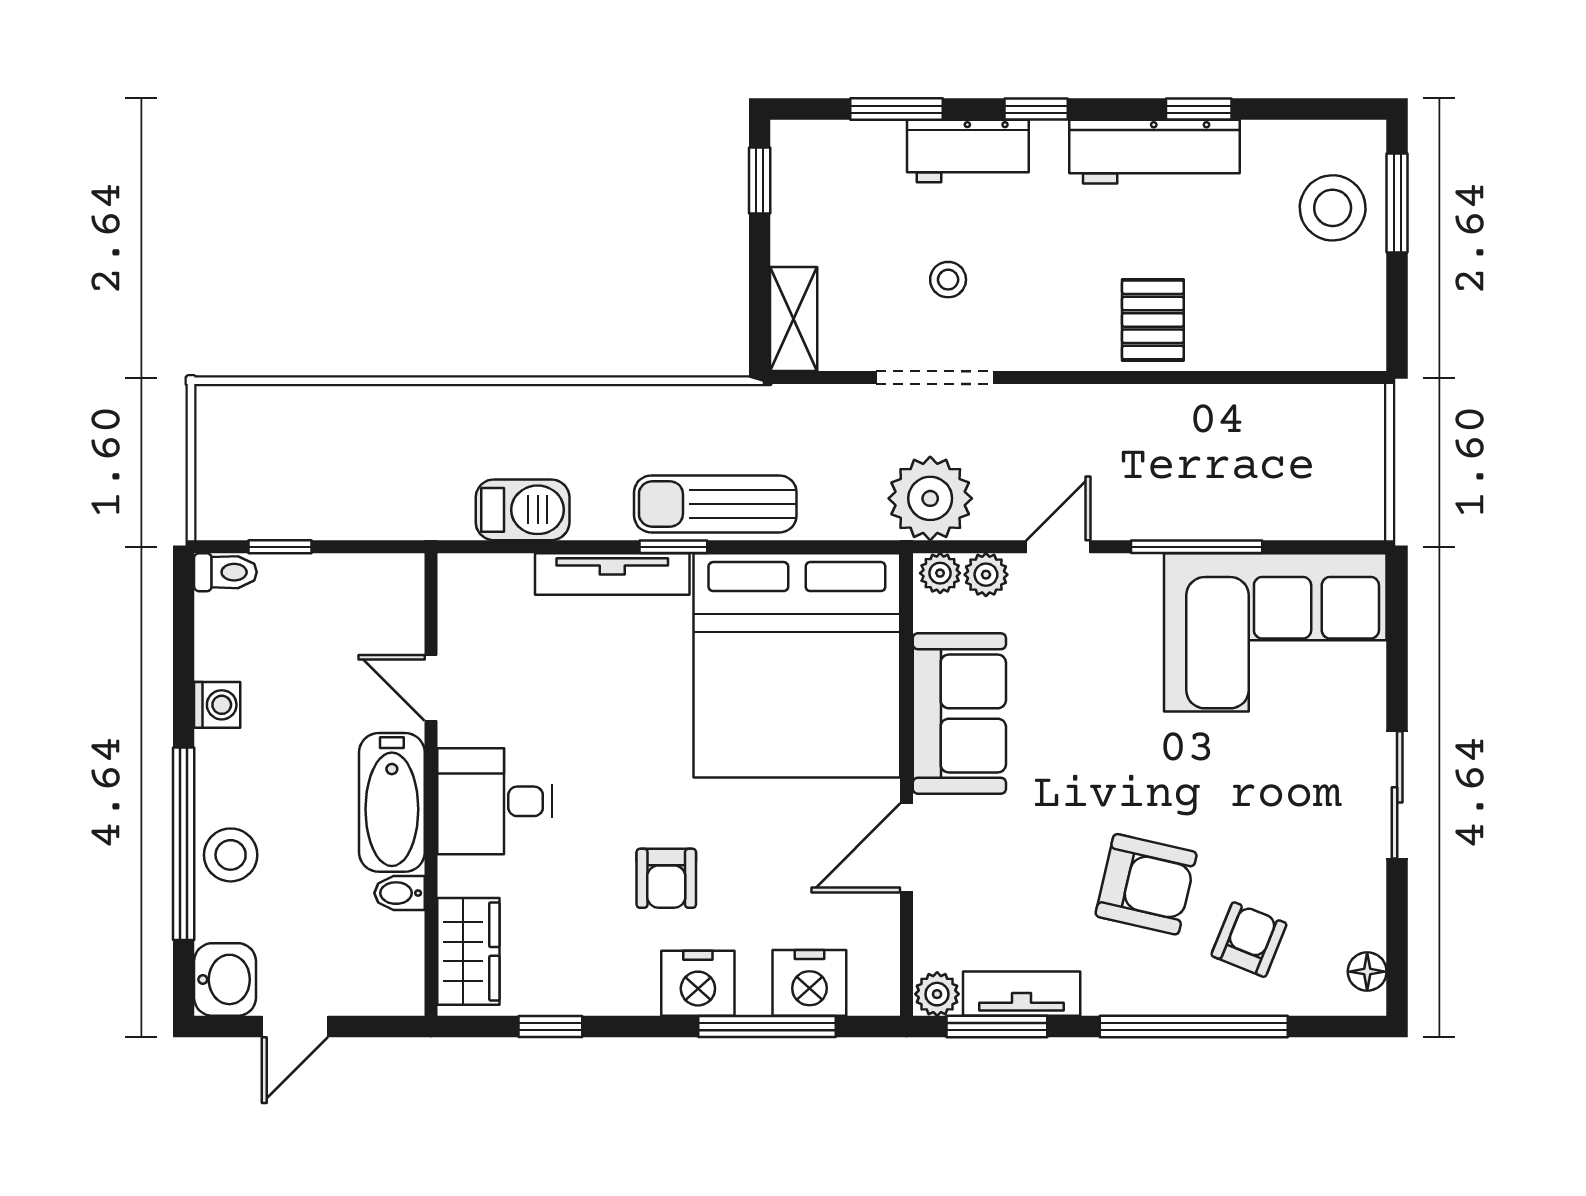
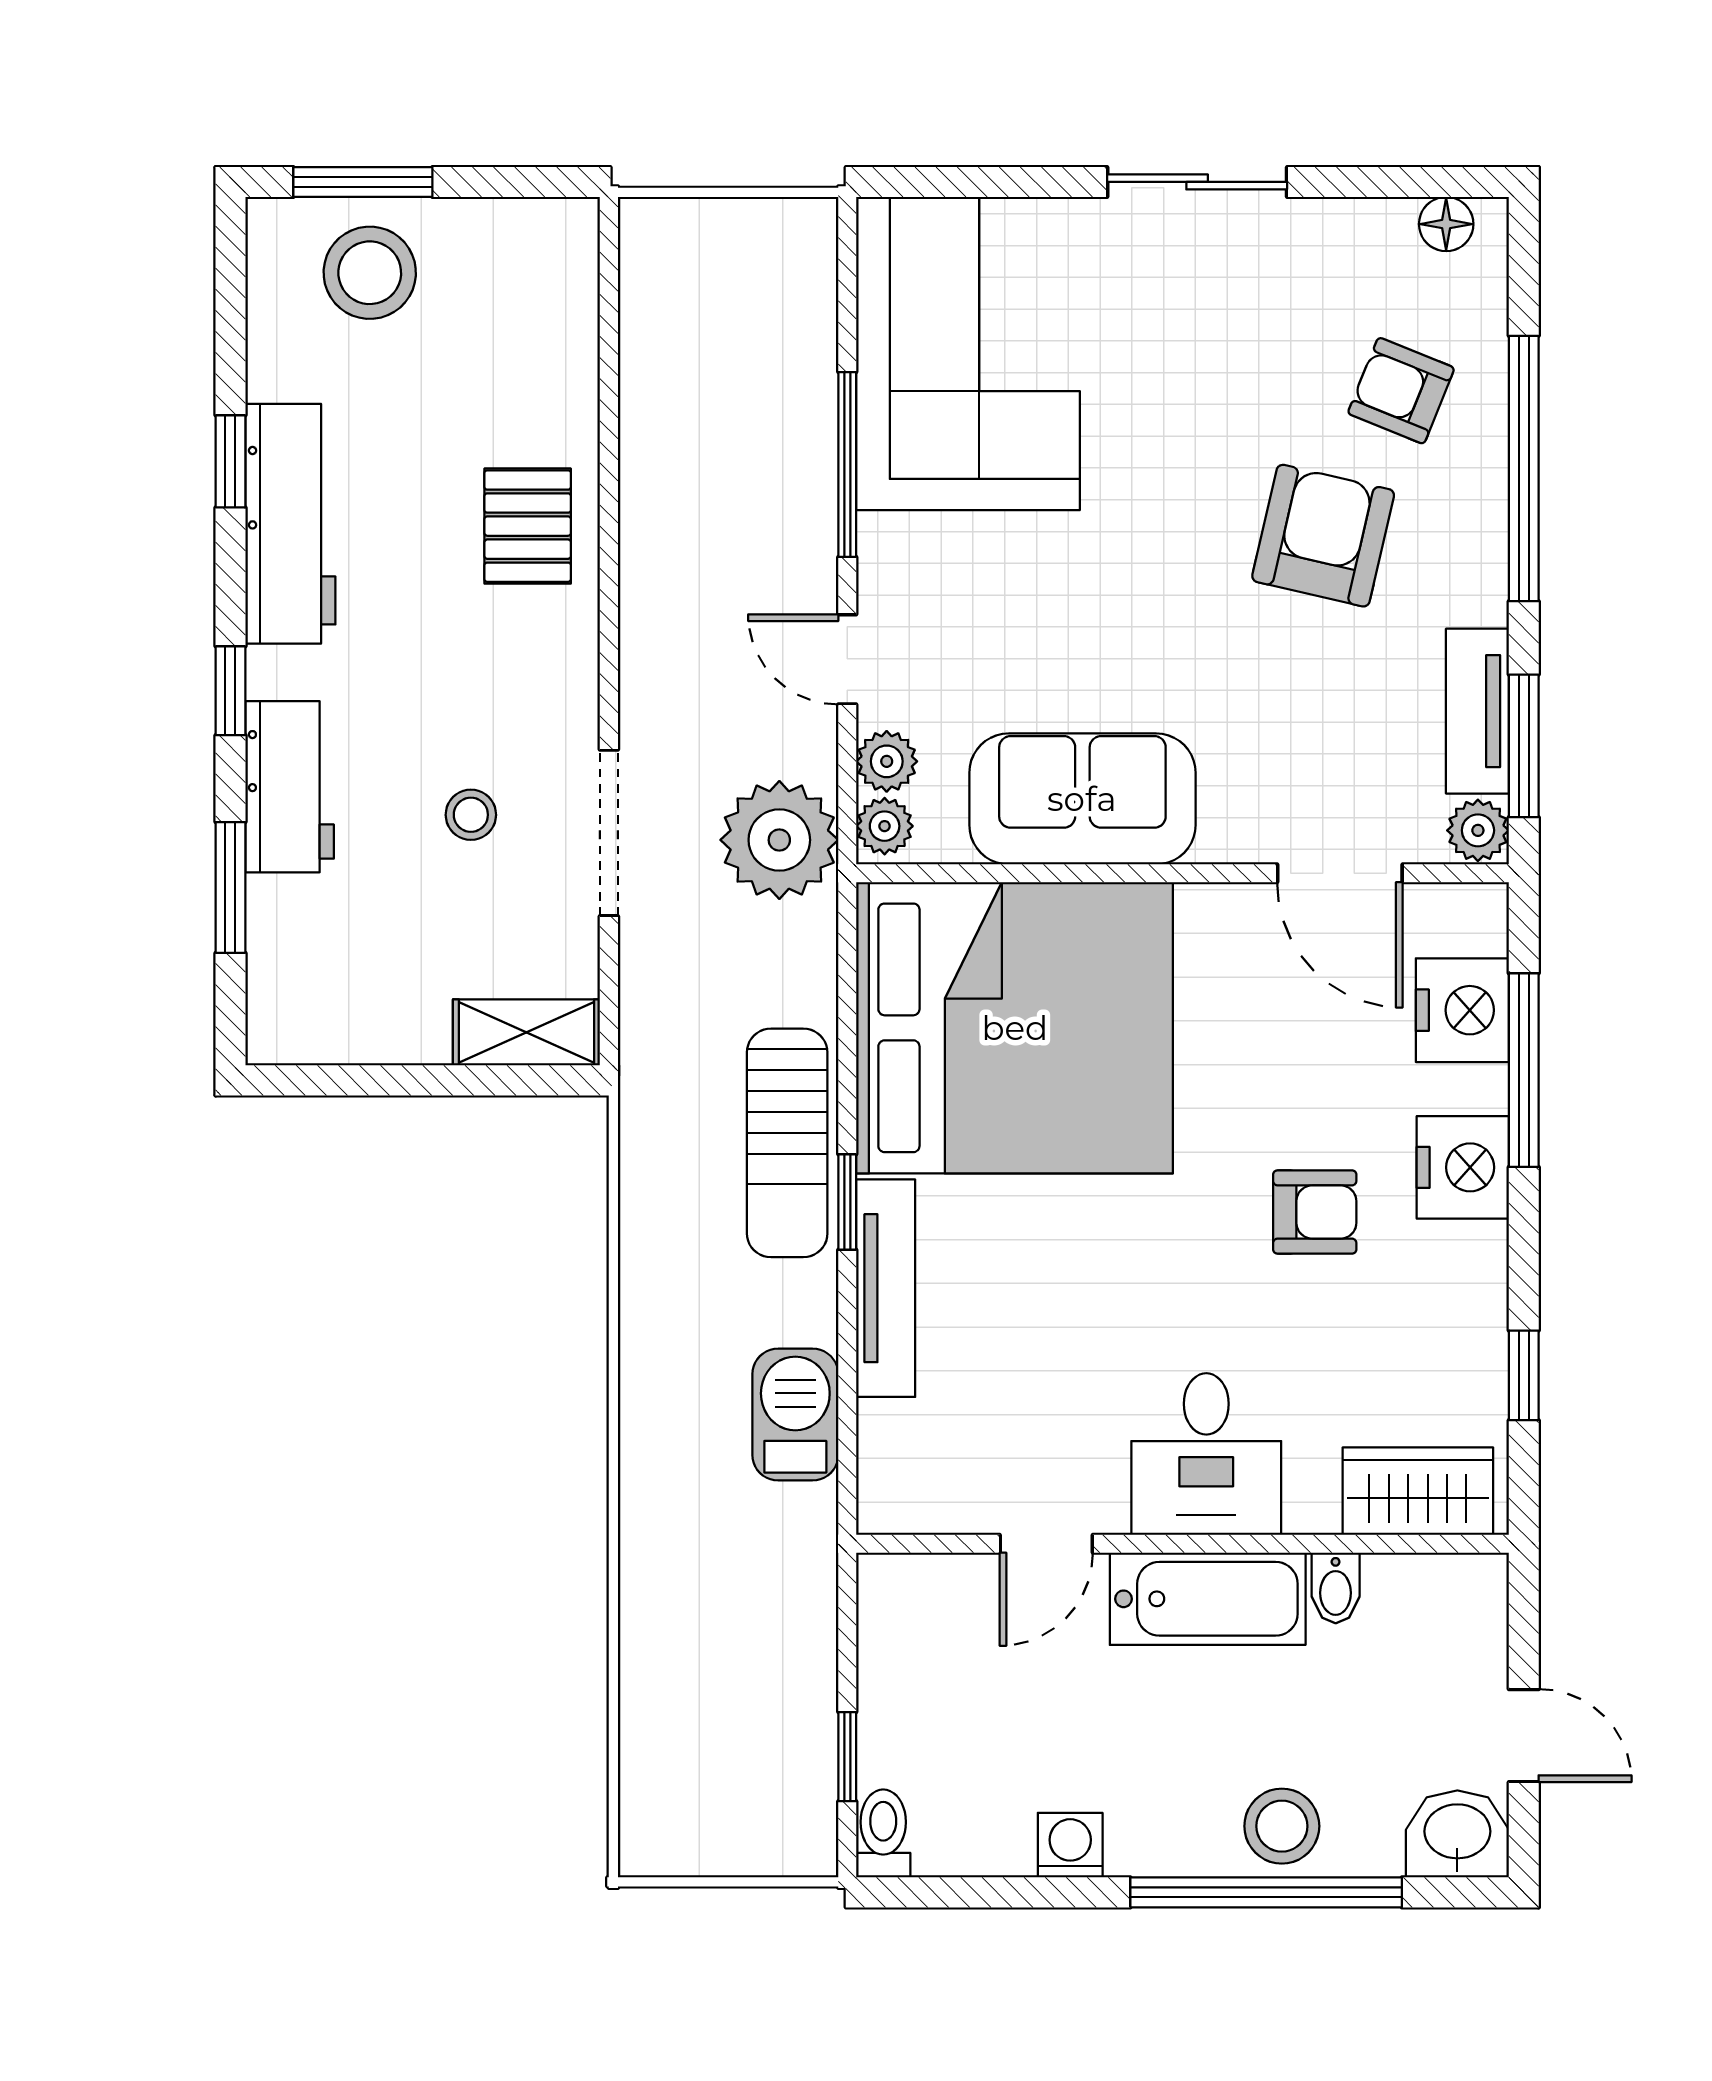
window: (760, 181) -> (331, 1080), removed
pallet: (1153, 320) -> (528, 526), turned 90
door: (907, 848) -> (1340, 873), moved

